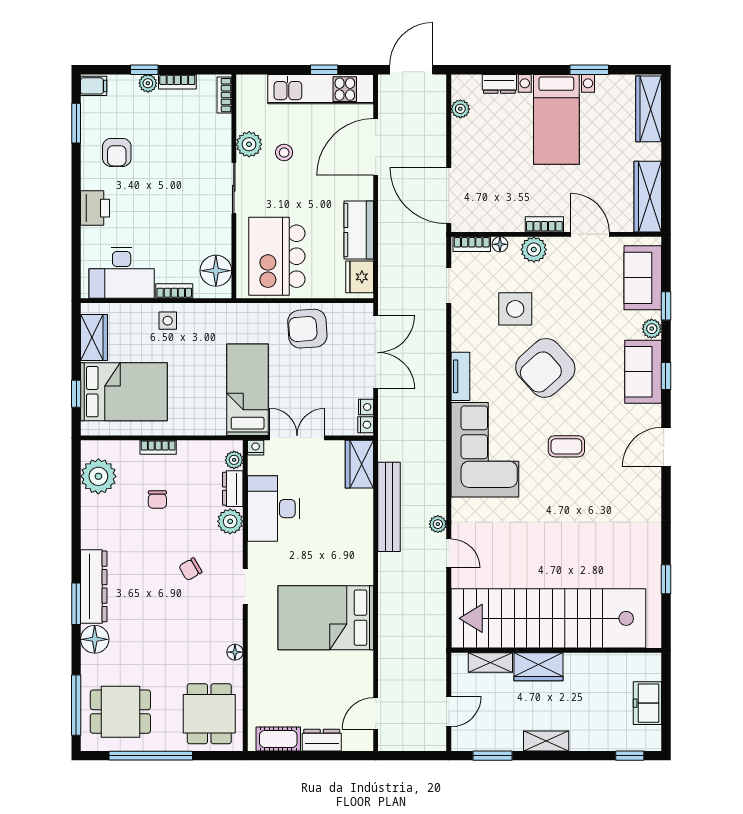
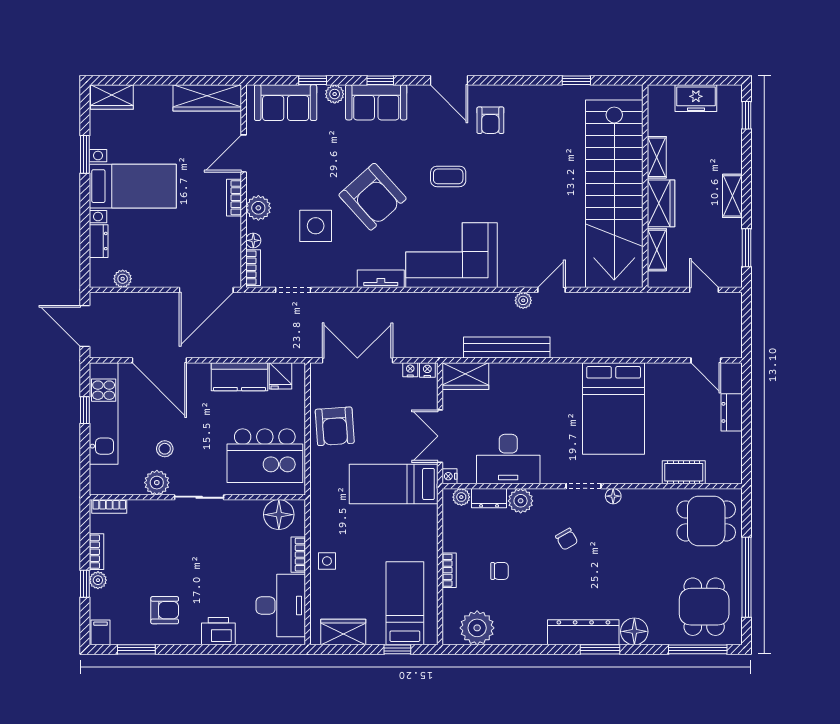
wardrobe: (649, 109) -> (112, 97), width x0.67
fridge: (360, 277) -> (280, 376), width x0.72
bed: (124, 392) -> (405, 603), width x0.67
coffee table: (566, 446) -> (448, 176), turned 90
armchair: (625, 490) -> (490, 120), added
floor lamp: (235, 652) -> (613, 496), moved
shelving: (586, 662) -> (657, 157), added
cot: (278, 739) -> (684, 472), moved, turned 90

